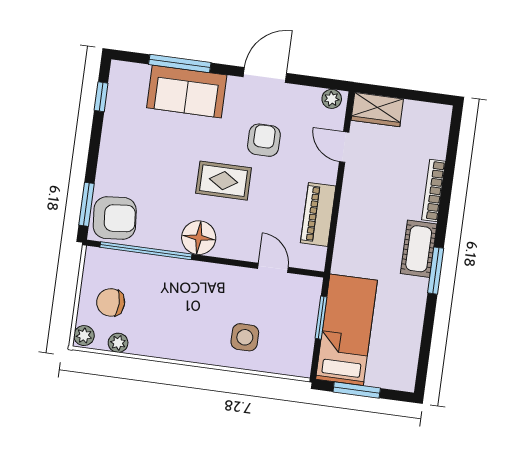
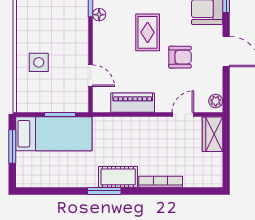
floor lamp: (199, 238) -> (99, 15), width x0.53, depth x0.53
door: (273, 268) -> (91, 76), hinge flipped

